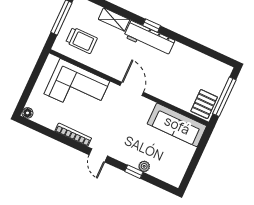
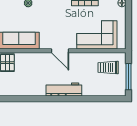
shelving: (114, 19) -> (93, 91), removed
window: (152, 26) -> (66, 99), removed

